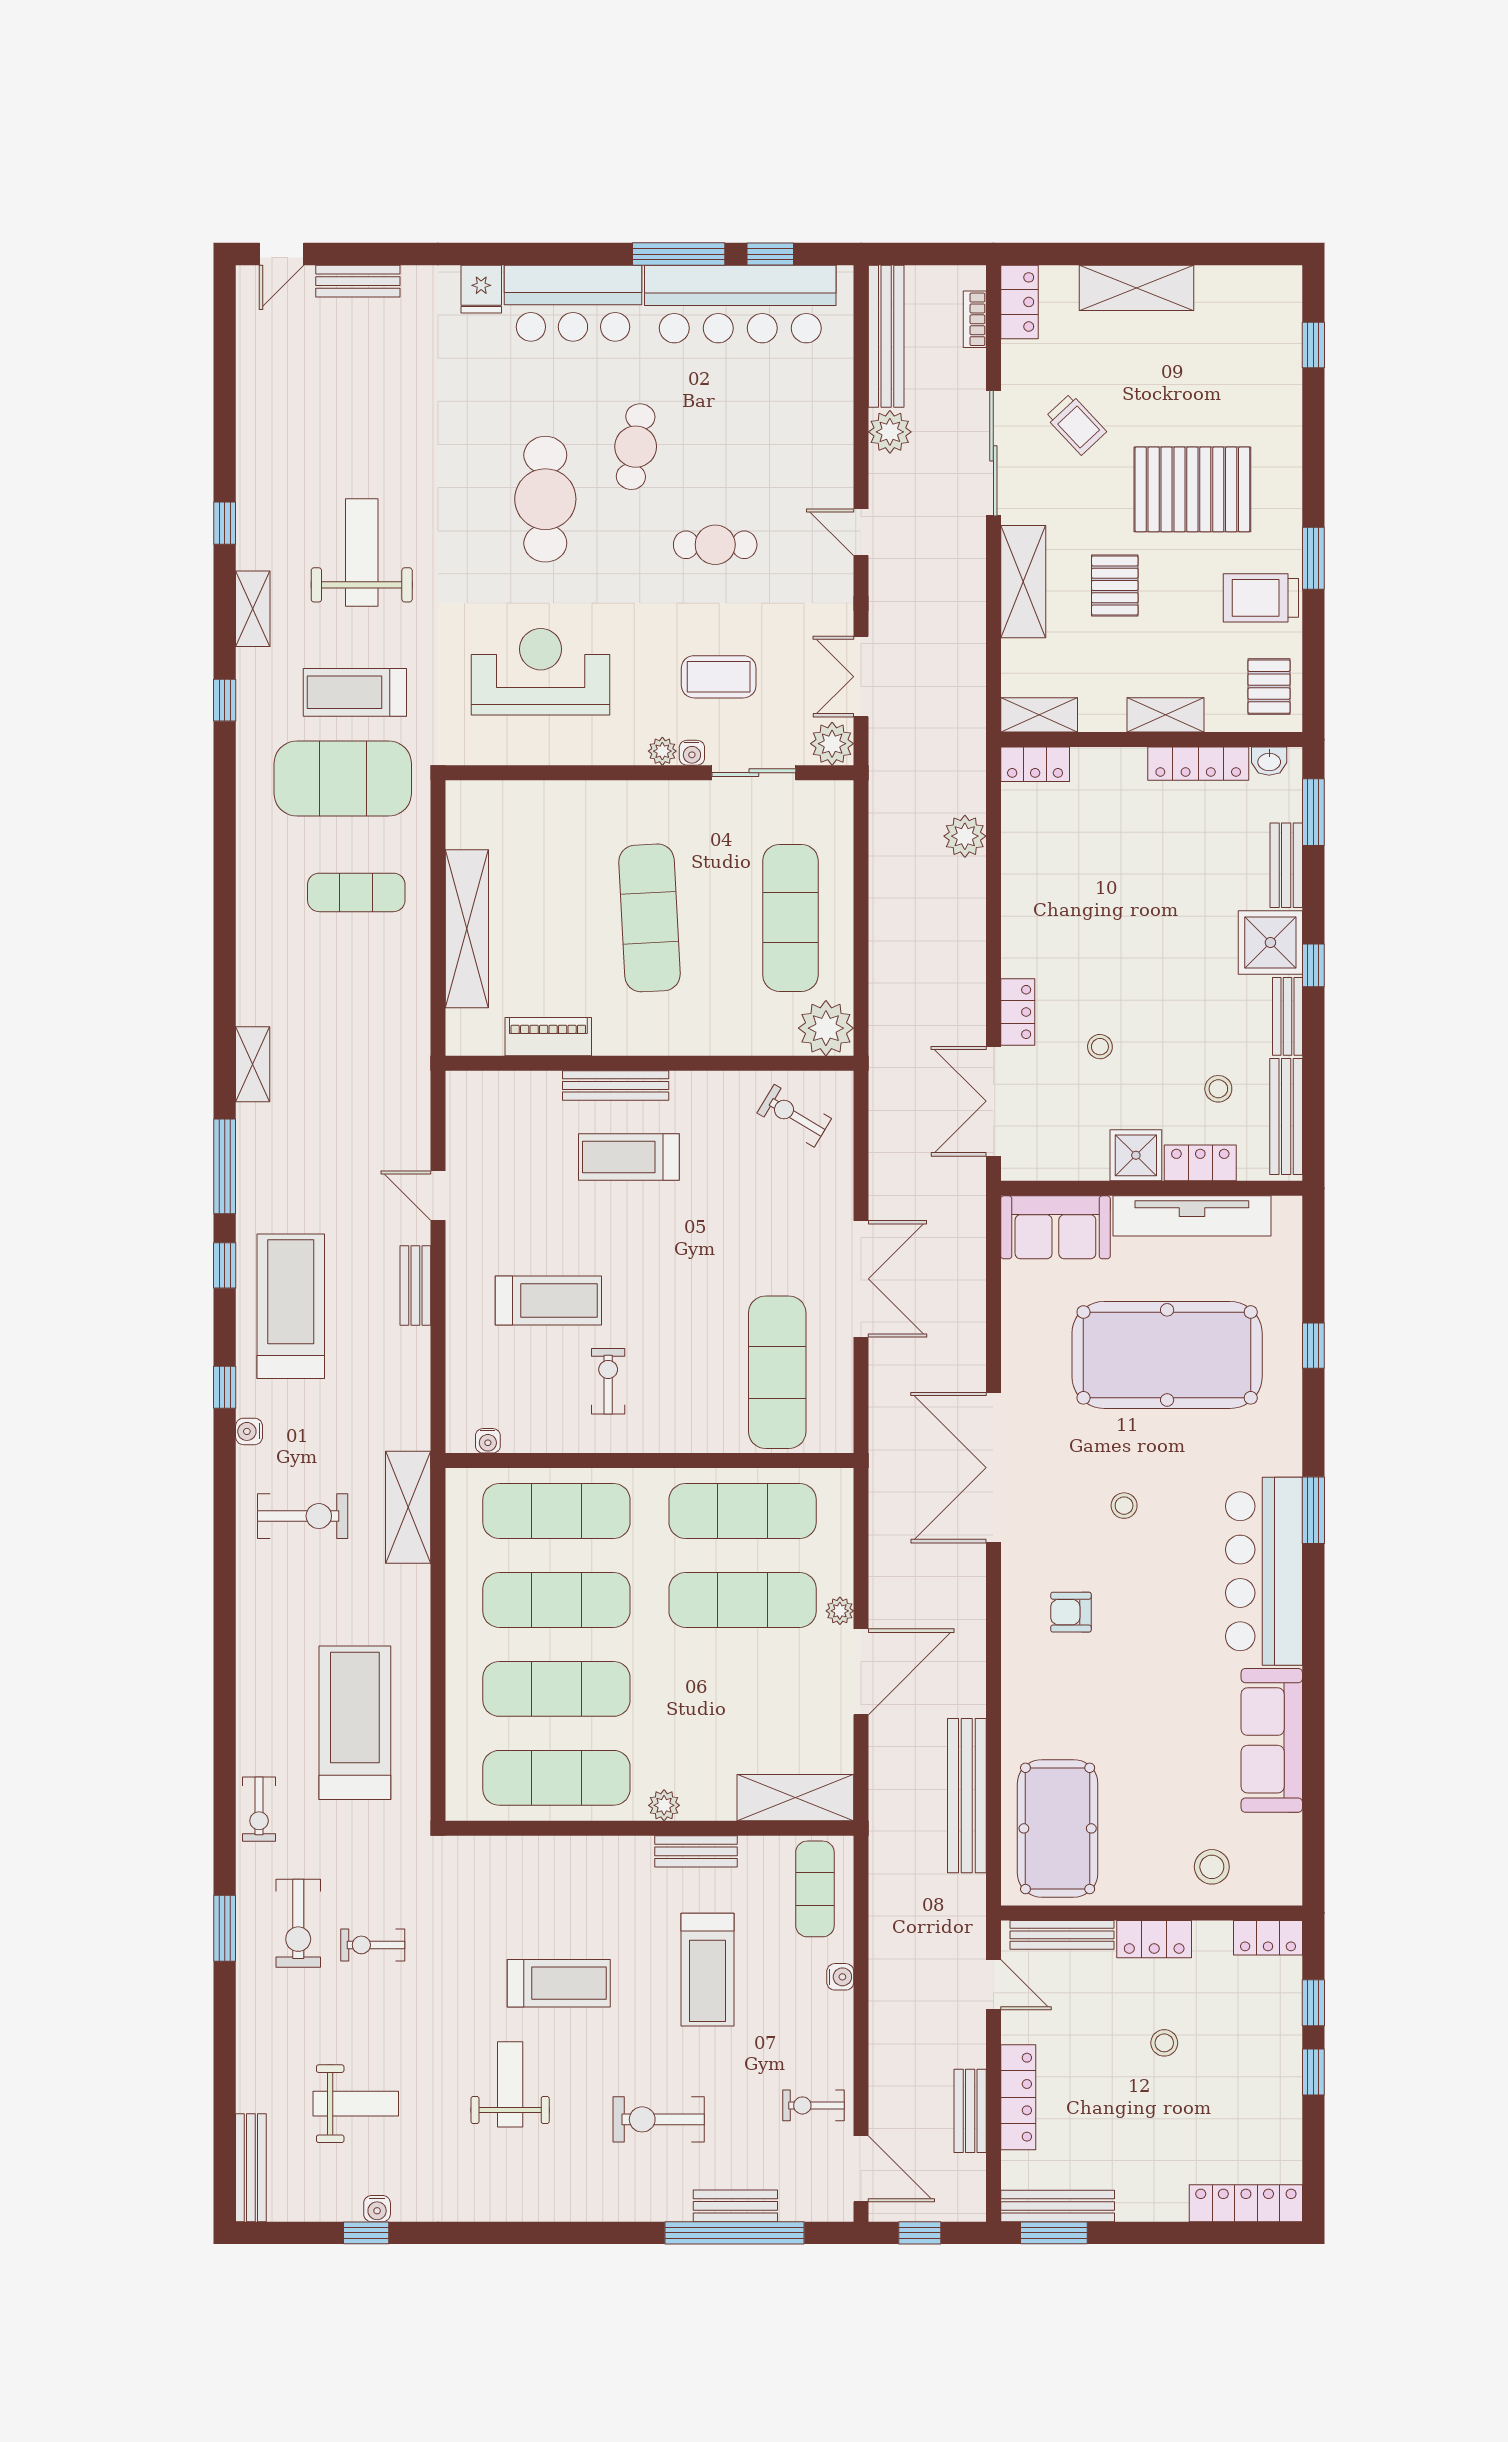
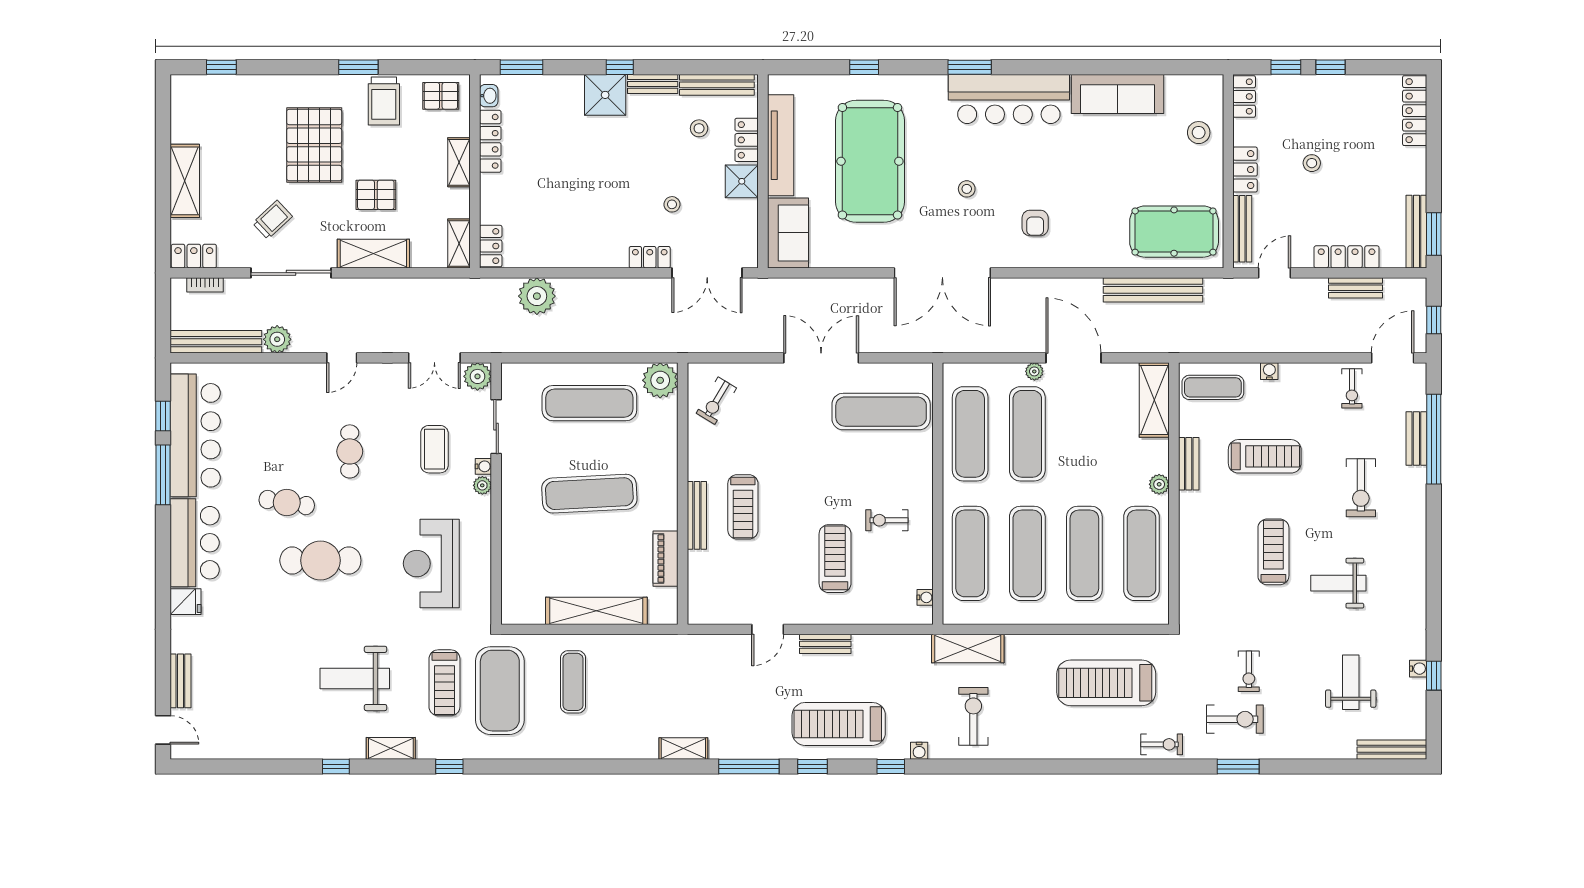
plant: (965, 836) -> (537, 296), width x1.36, depth x1.36
bench: (1286, 865) -> (556, 85), removed

